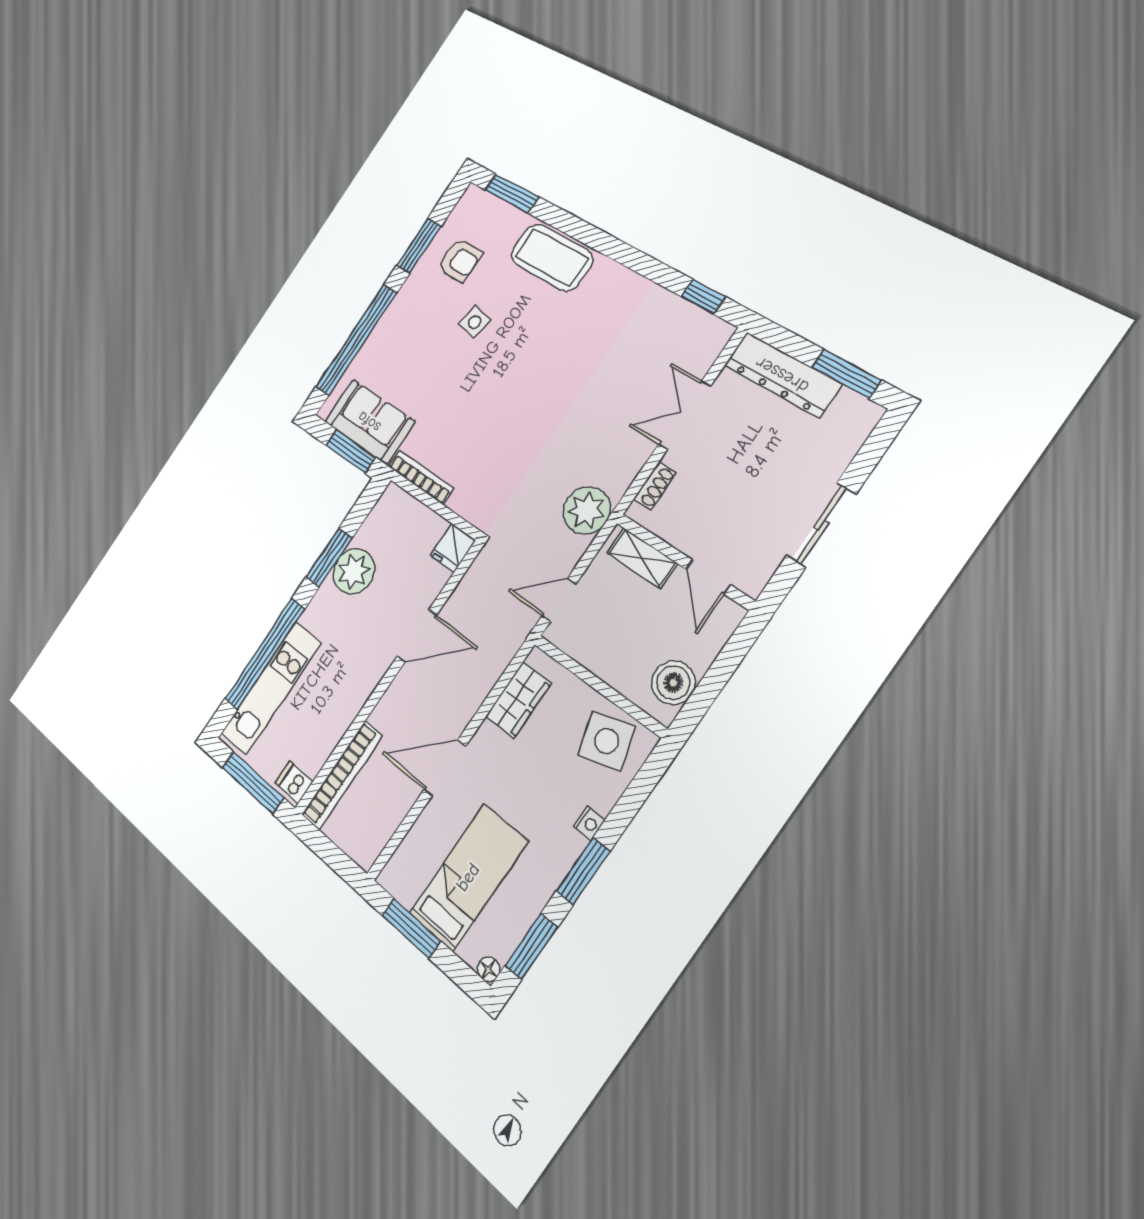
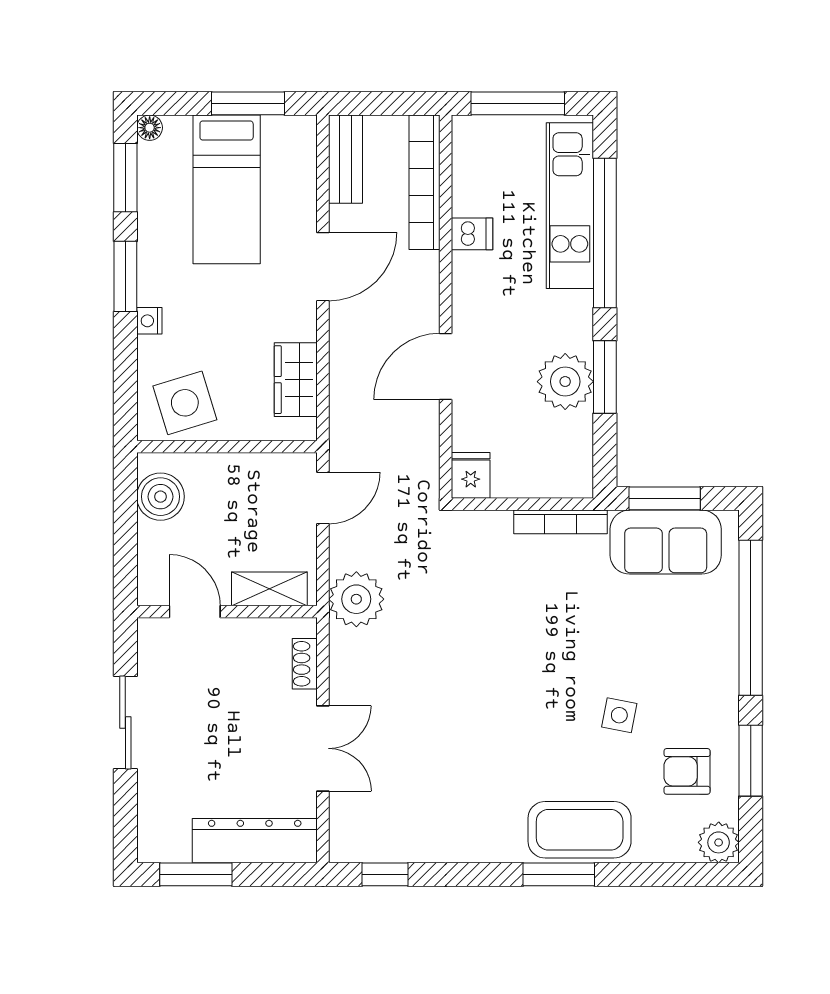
window: (512, 193) -> (559, 874), moved
plant: (473, 202) -> (719, 842), added
dishwasher: (294, 782) -> (472, 234), moved
bench: (378, 833) -> (345, 159), added

